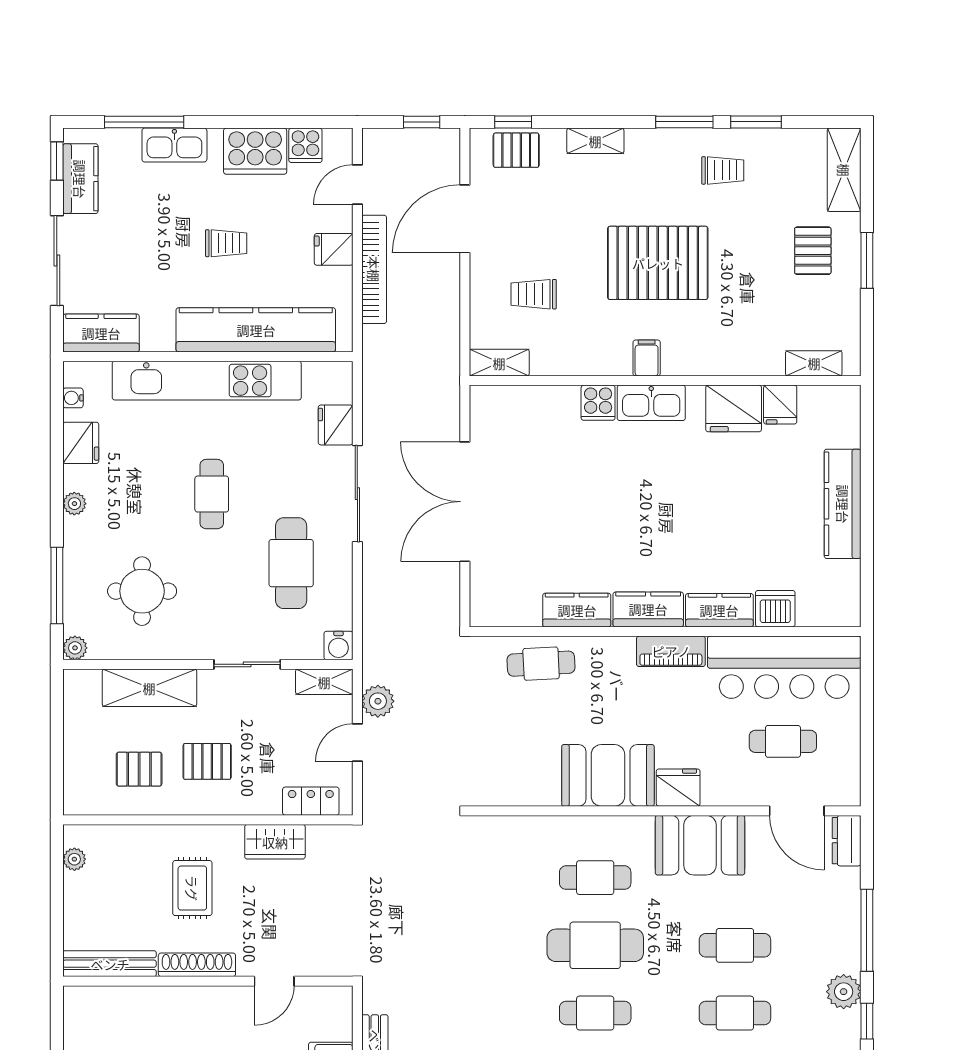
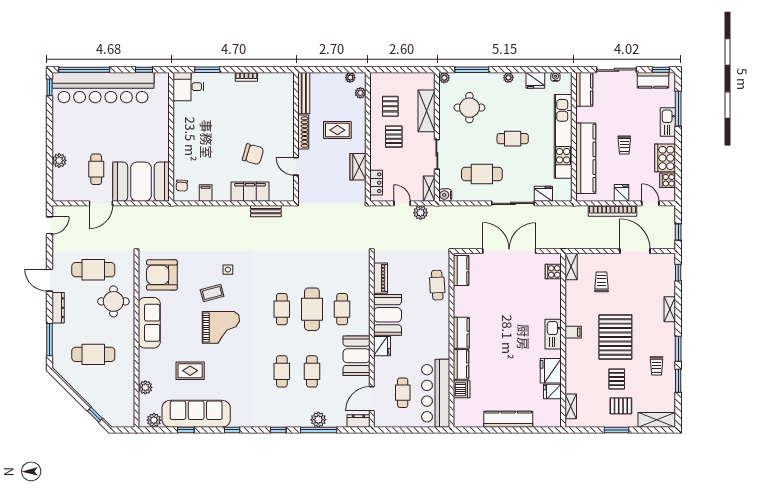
pallet: (516, 150) -> (617, 379), moved
cooker: (598, 403) -> (553, 271), moved
kitchen counter: (577, 610) -> (461, 271), moved
piano: (671, 651) -> (381, 278), moved, turned 180
plant: (109, 836) -> (360, 93), added
plant: (844, 992) -> (318, 420), moved

